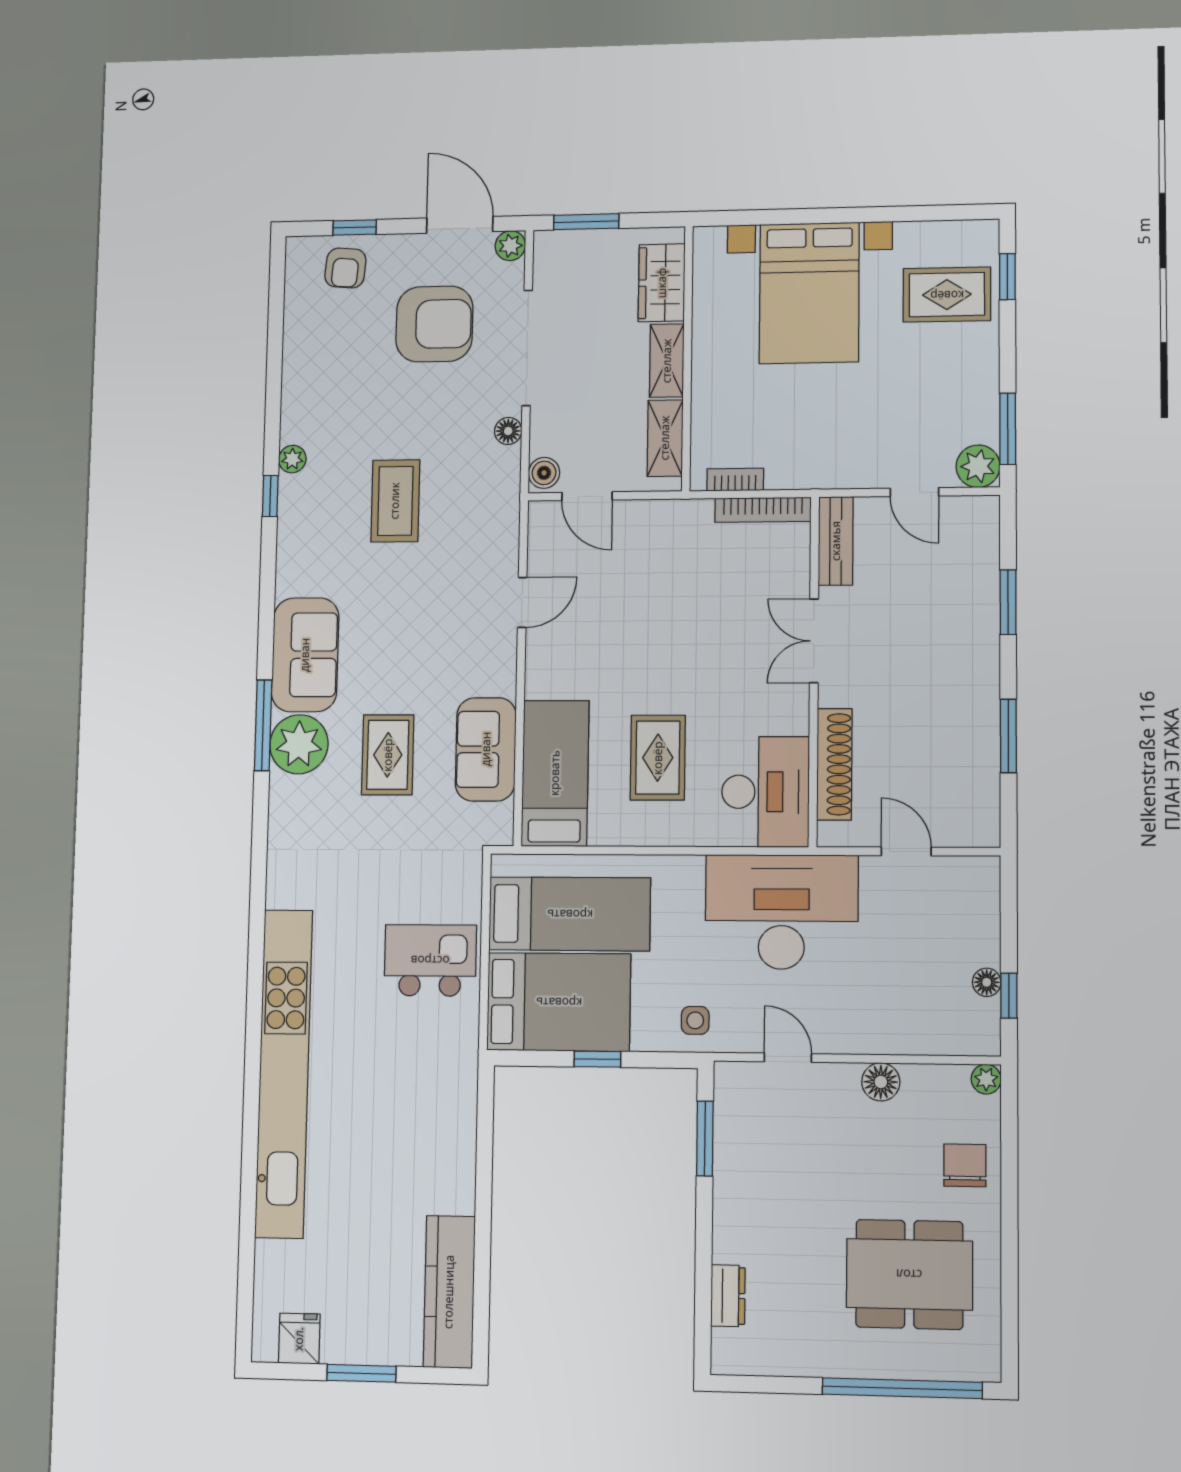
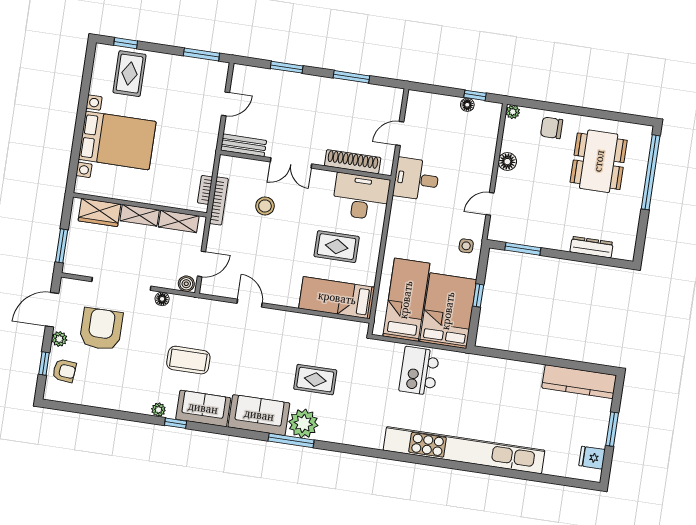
plant: (510, 246) -> (59, 339), moved
plant: (978, 466) -> (218, 71), removed
bookcase: (763, 510) -> (219, 201), moved
stool: (720, 603) -> (265, 206), added
sofa: (486, 749) -> (203, 408), moved, turned 180
desk: (781, 912) -> (416, 179), width x0.53, depth x0.77
dresser: (728, 1296) -> (592, 247), width x1.44

